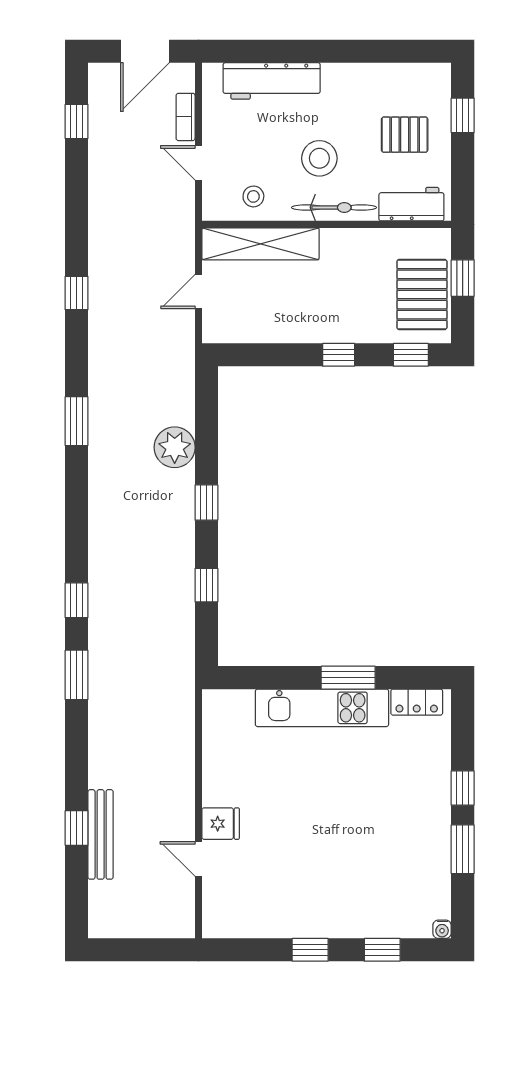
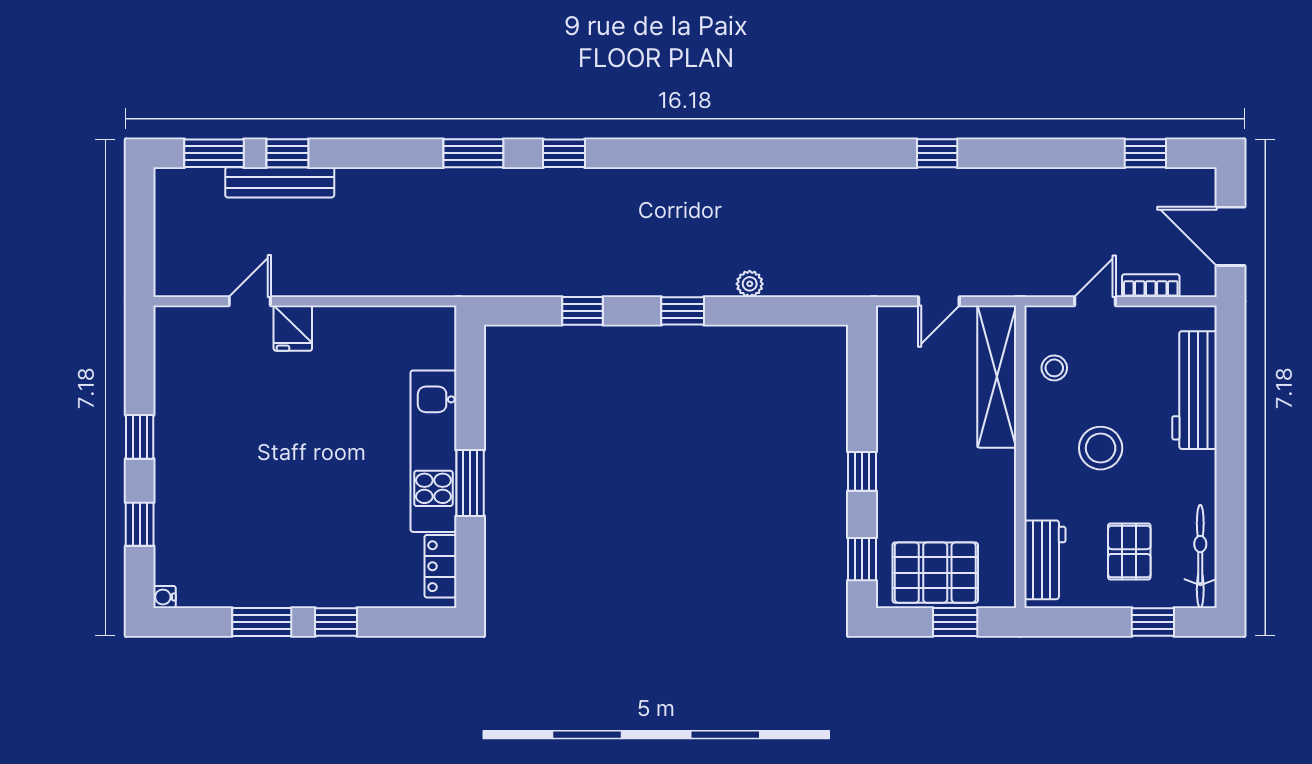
bicycle: (334, 207) -> (1200, 556), moved, turned 180
door: (198, 291) -> (939, 301), swing flipped
window: (77, 421) -> (214, 153), moved
plant: (175, 447) -> (750, 284), width x0.53, depth x0.53

